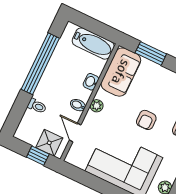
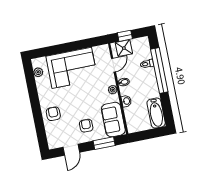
bathtub: (93, 44) -> (156, 113), moved, turned -90
window: (40, 64) -> (159, 70), moved
armchair: (146, 120) -> (86, 126), moved
door: (75, 132) -> (113, 65), hinge flipped

